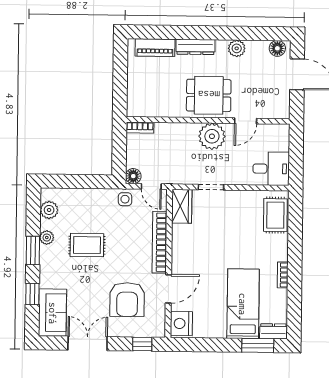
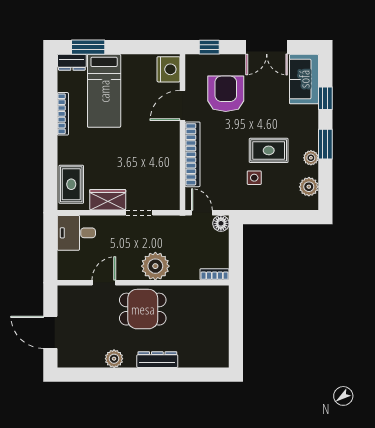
piano: (155, 48) -> (200, 358), removed
floor lamp: (277, 48) -> (71, 359), removed
plant: (212, 136) -> (155, 266), moved
side table: (125, 199) -> (254, 178), moved
wardrobe: (182, 206) -> (108, 200), moved, turned 90
bookcase: (283, 275) -> (63, 114), width x1.56

